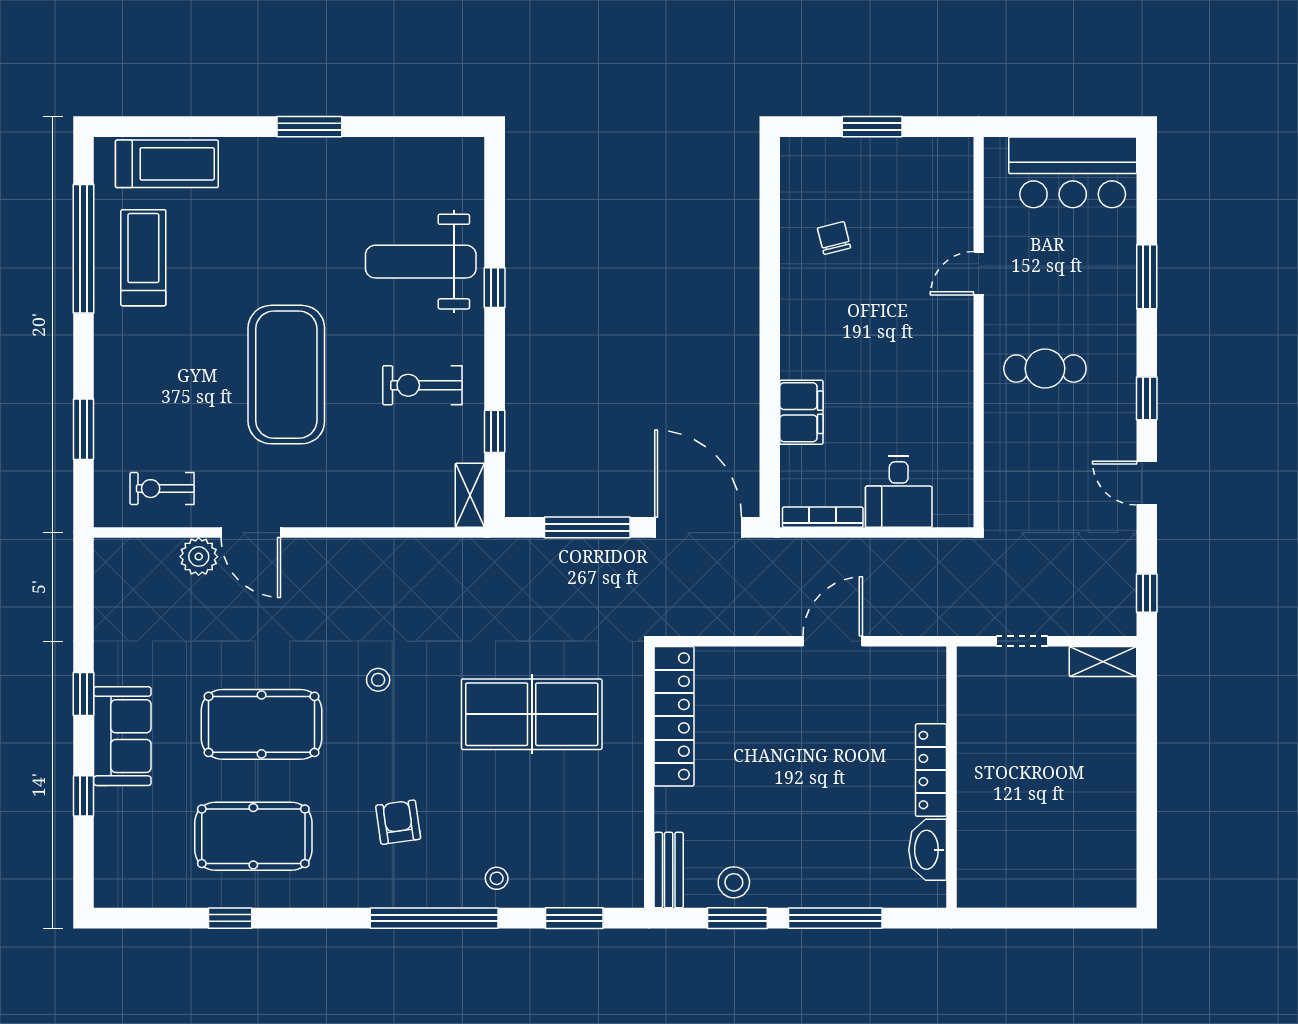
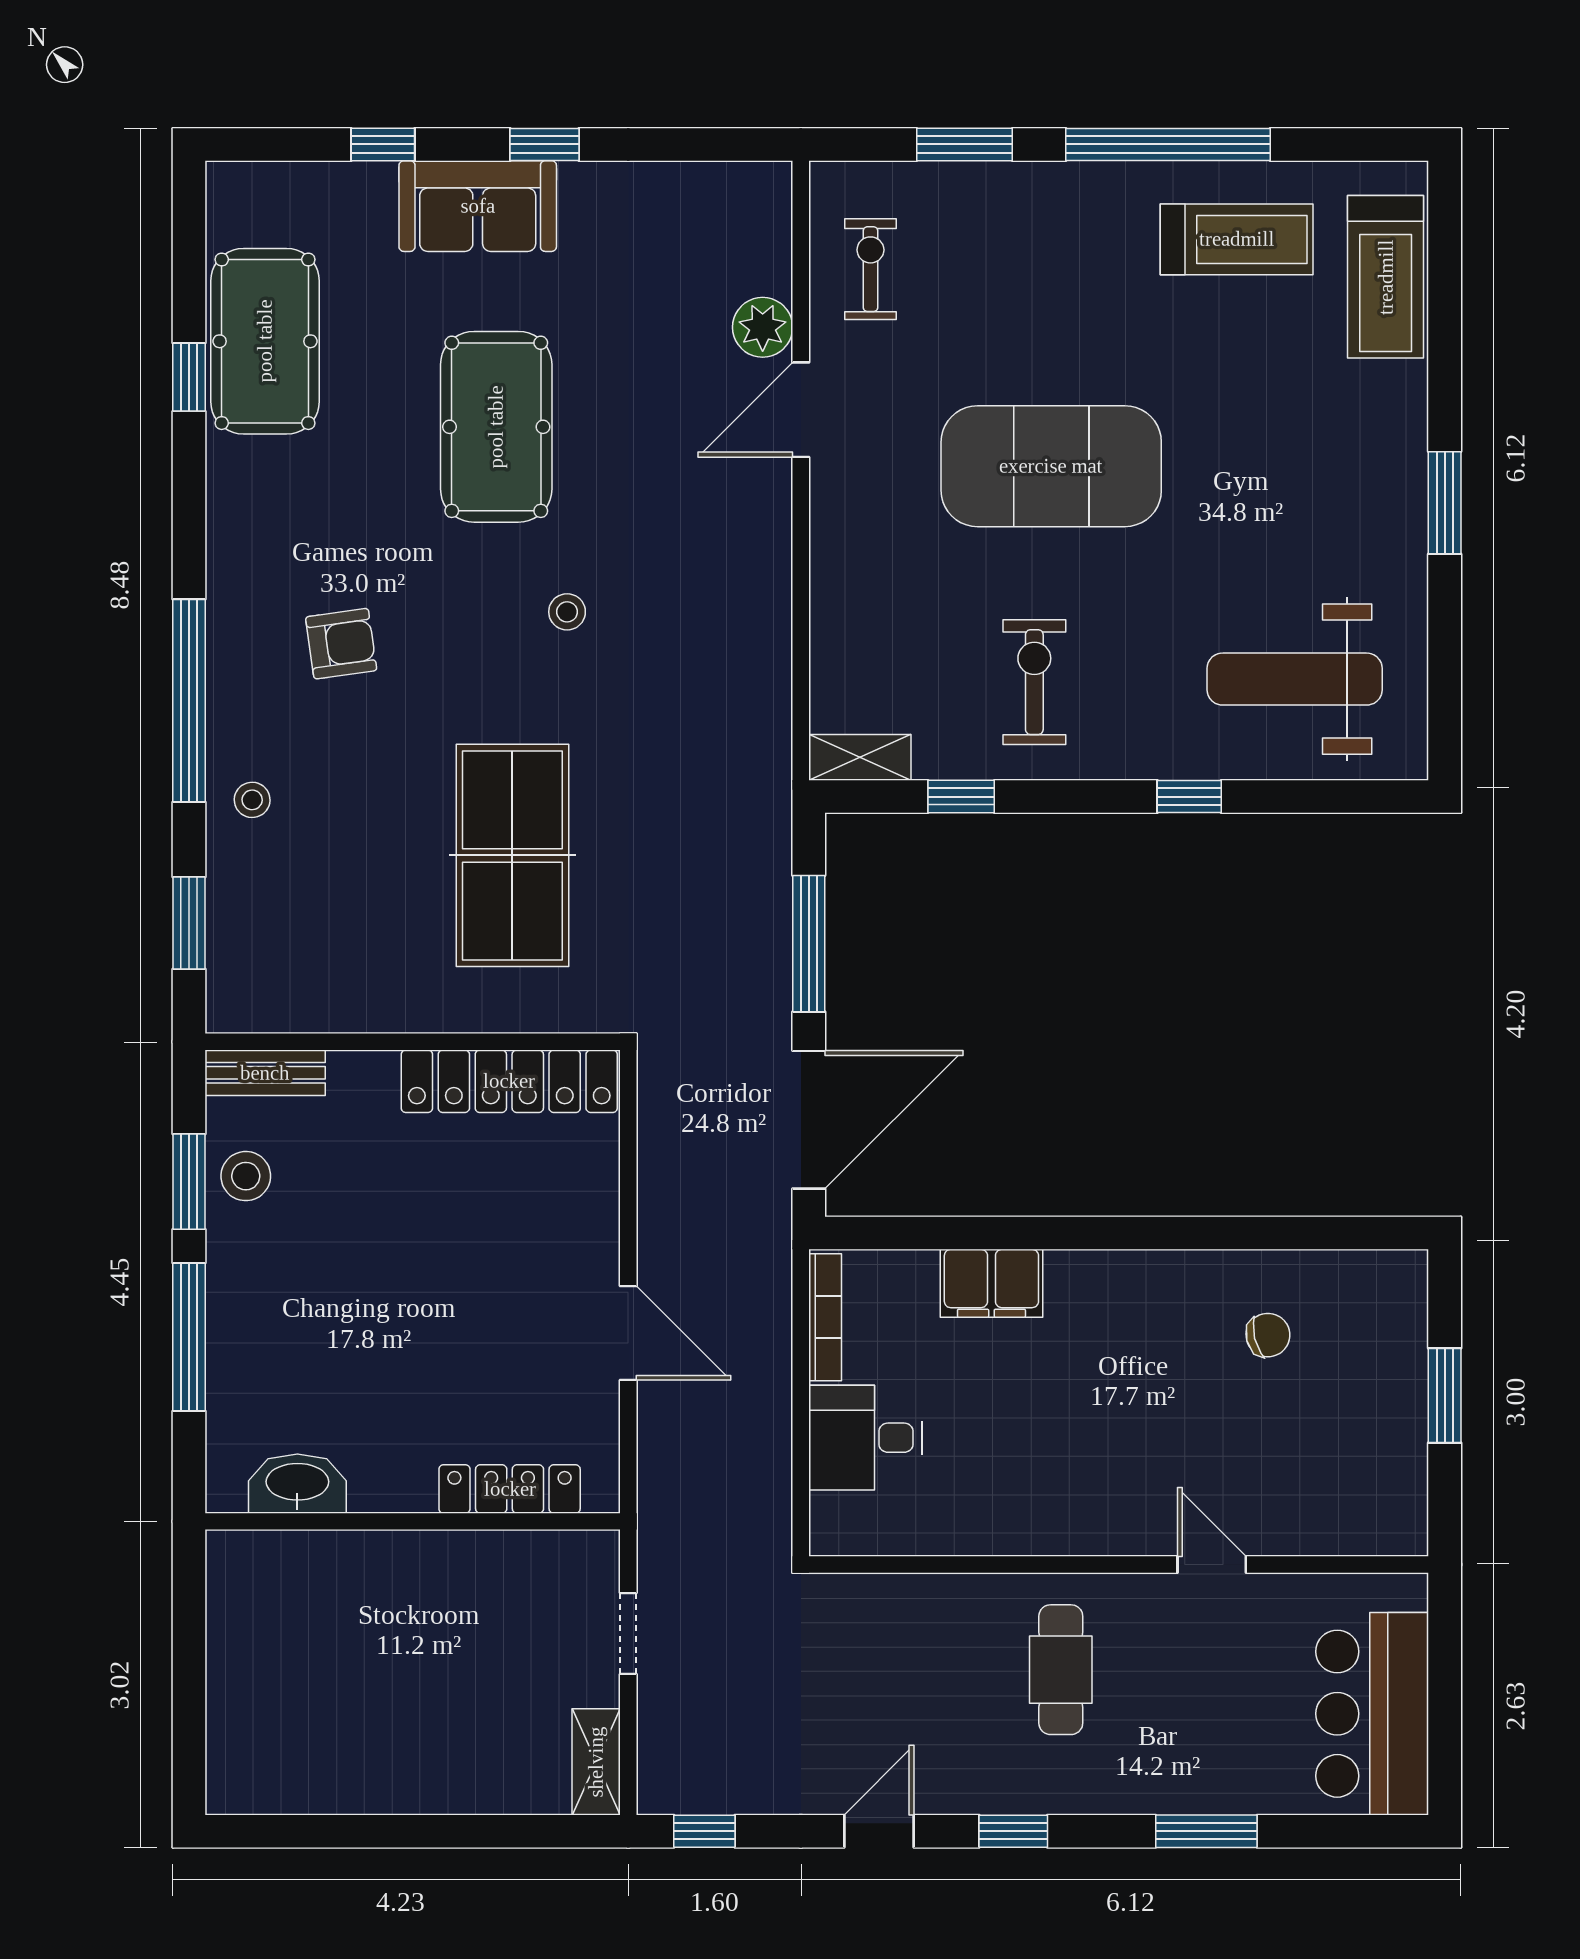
window: (84, 249) -> (1168, 144), moved
weight bench: (421, 262) -> (1295, 679), moved, turned -90
locker: (931, 770) -> (510, 1489), moved
pool table: (253, 836) -> (265, 341), moved

